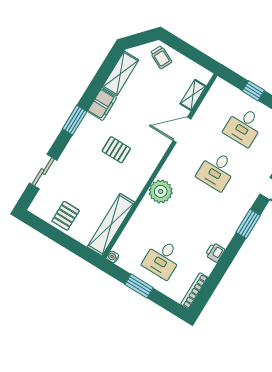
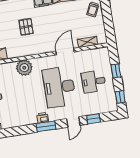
door: (182, 130) -> (65, 52), hinge flipped
desk: (217, 171) -> (59, 87), width x1.87, depth x1.30
printer: (215, 252) -> (43, 118), moved

